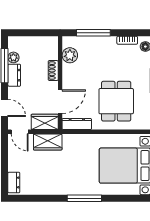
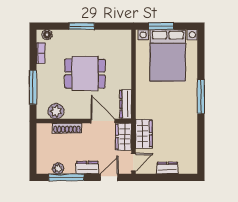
shoe rack: (53, 71) -> (67, 128), width x1.43
dresser: (14, 75) -> (87, 168), moved
dining table: (116, 101) -> (85, 74), moved
dresser: (14, 182) -> (167, 168), moved

